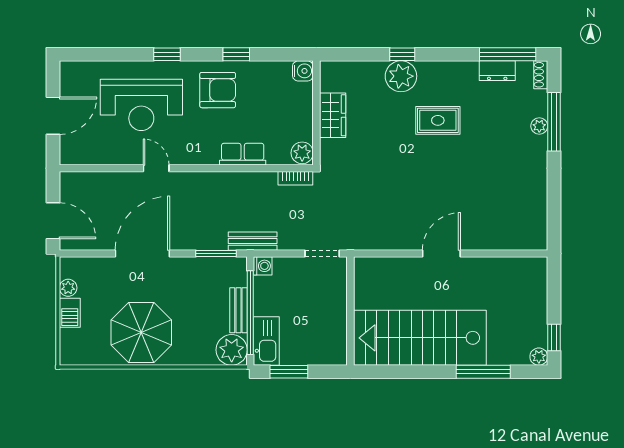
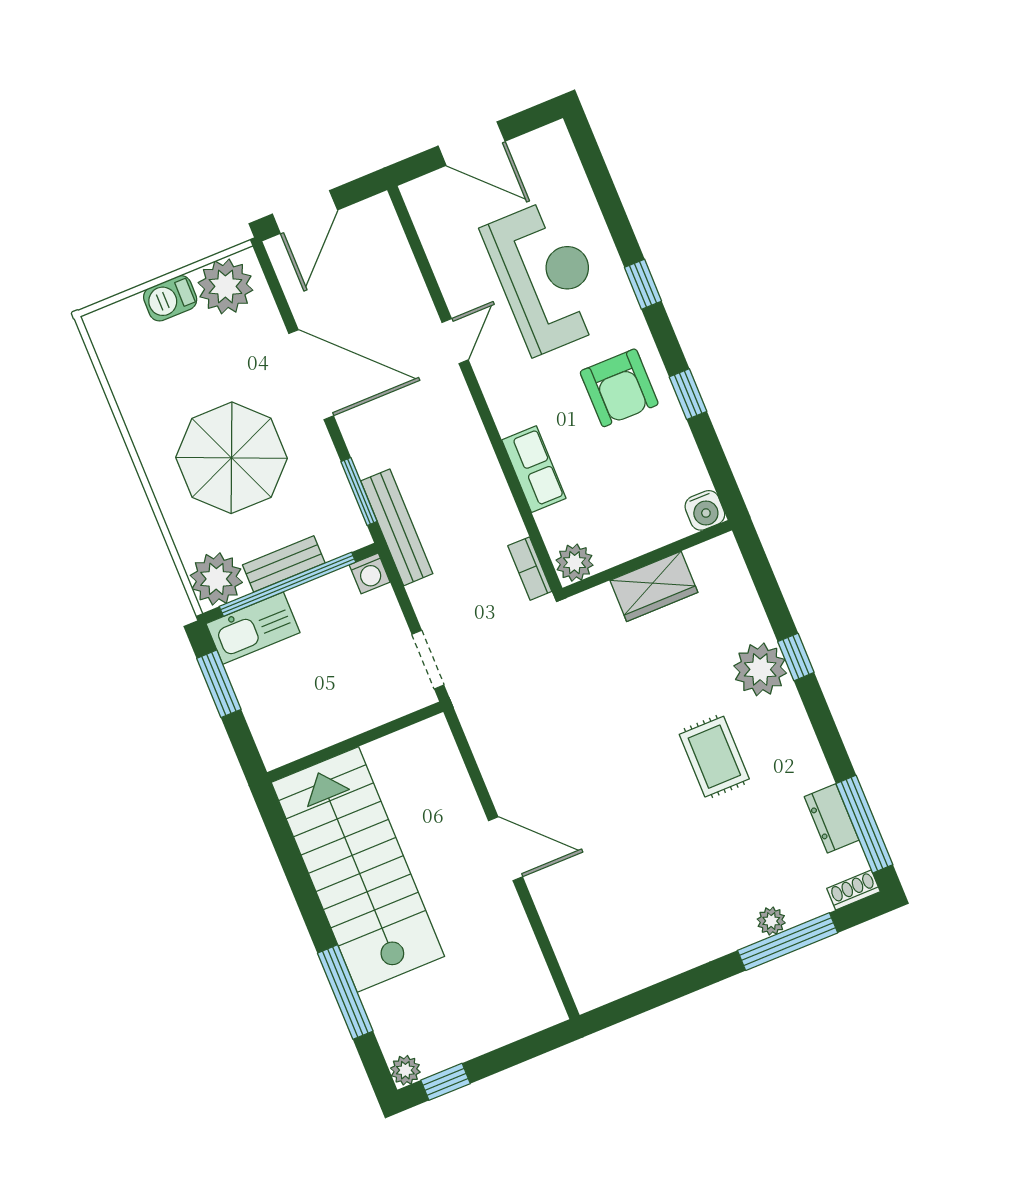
reception desk: (141, 105) -> (546, 276), turned 180
bench: (253, 241) -> (397, 527), width x1.36
plant: (68, 288) -> (225, 286), width x1.87, depth x1.87
parasol: (141, 333) -> (232, 458), moved

